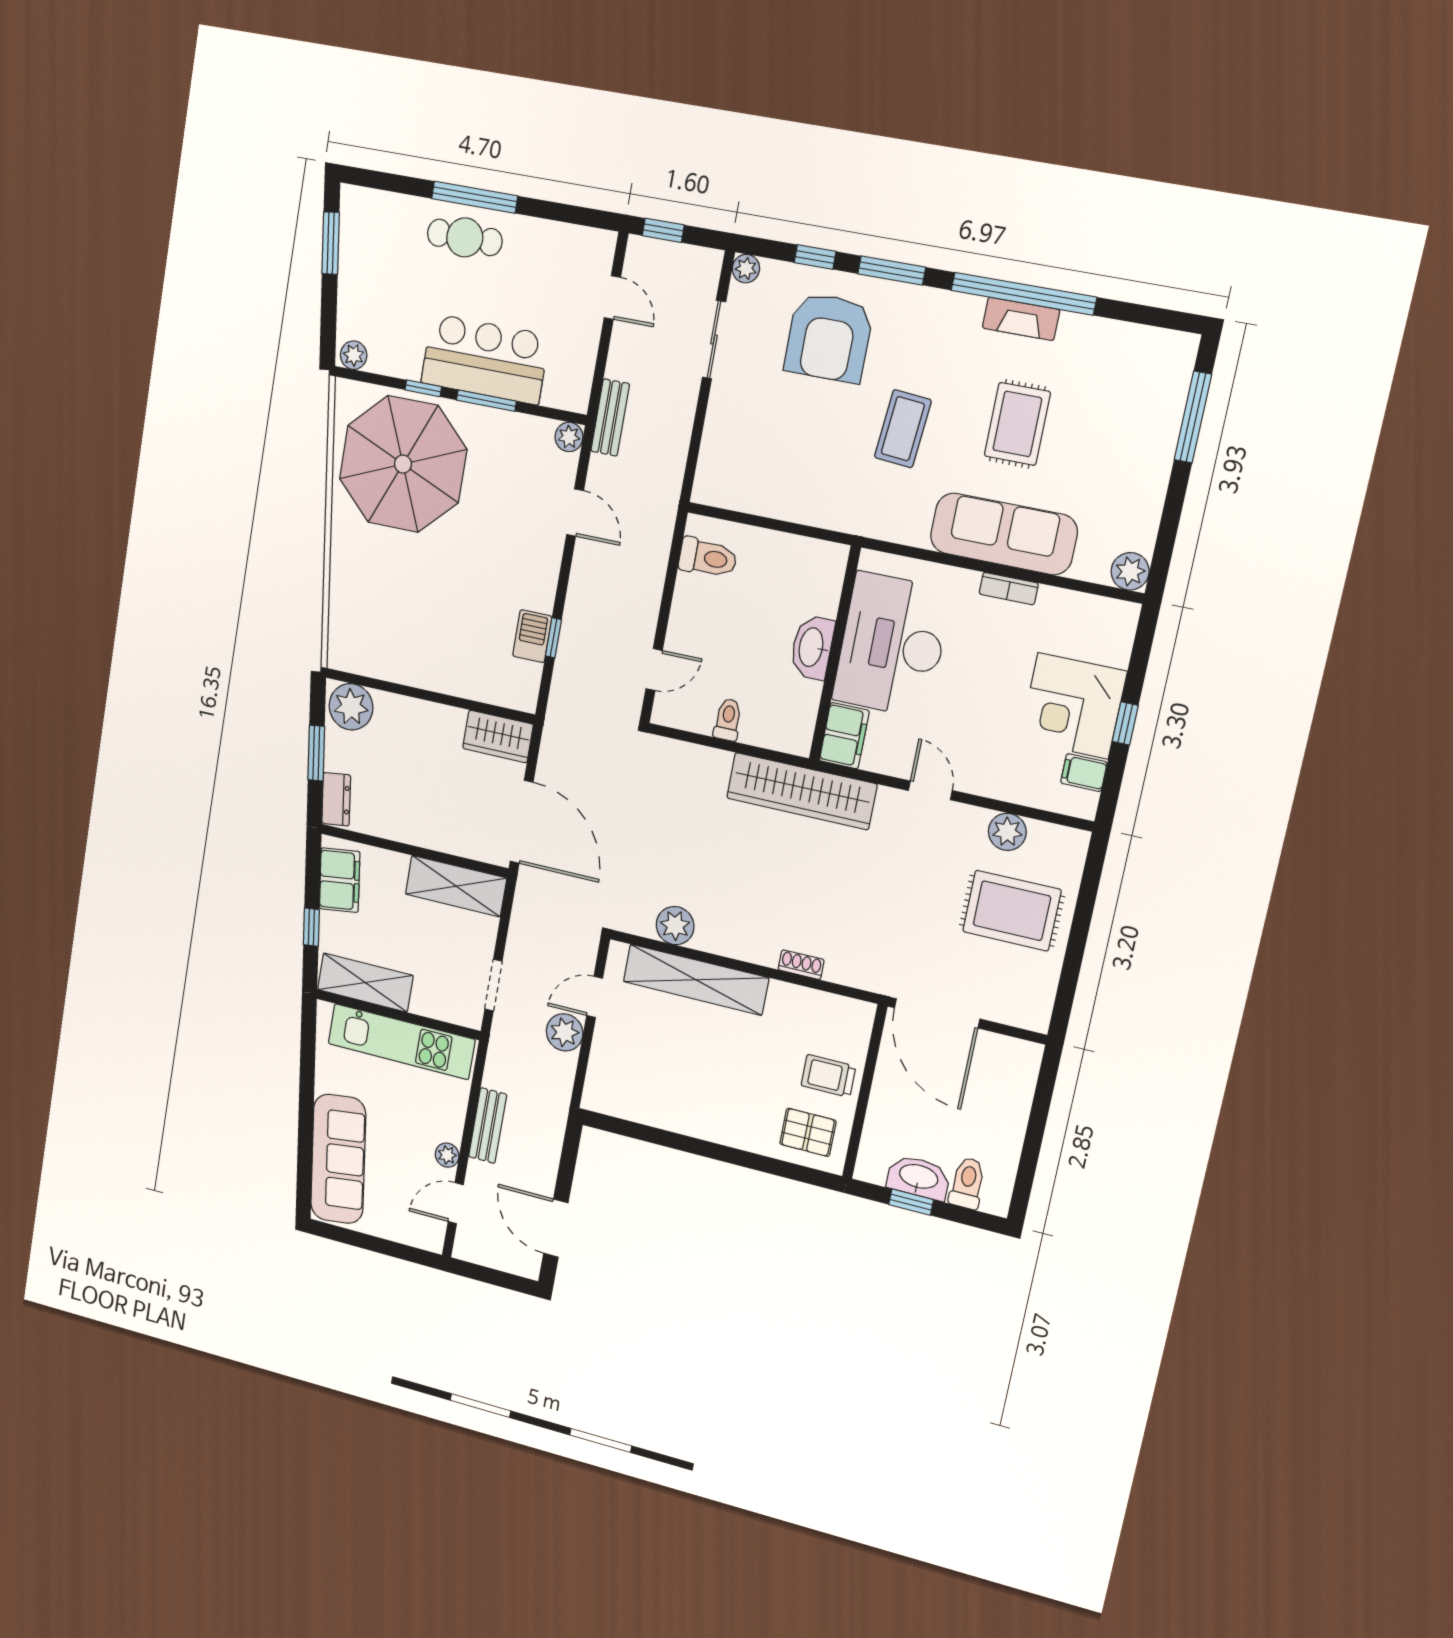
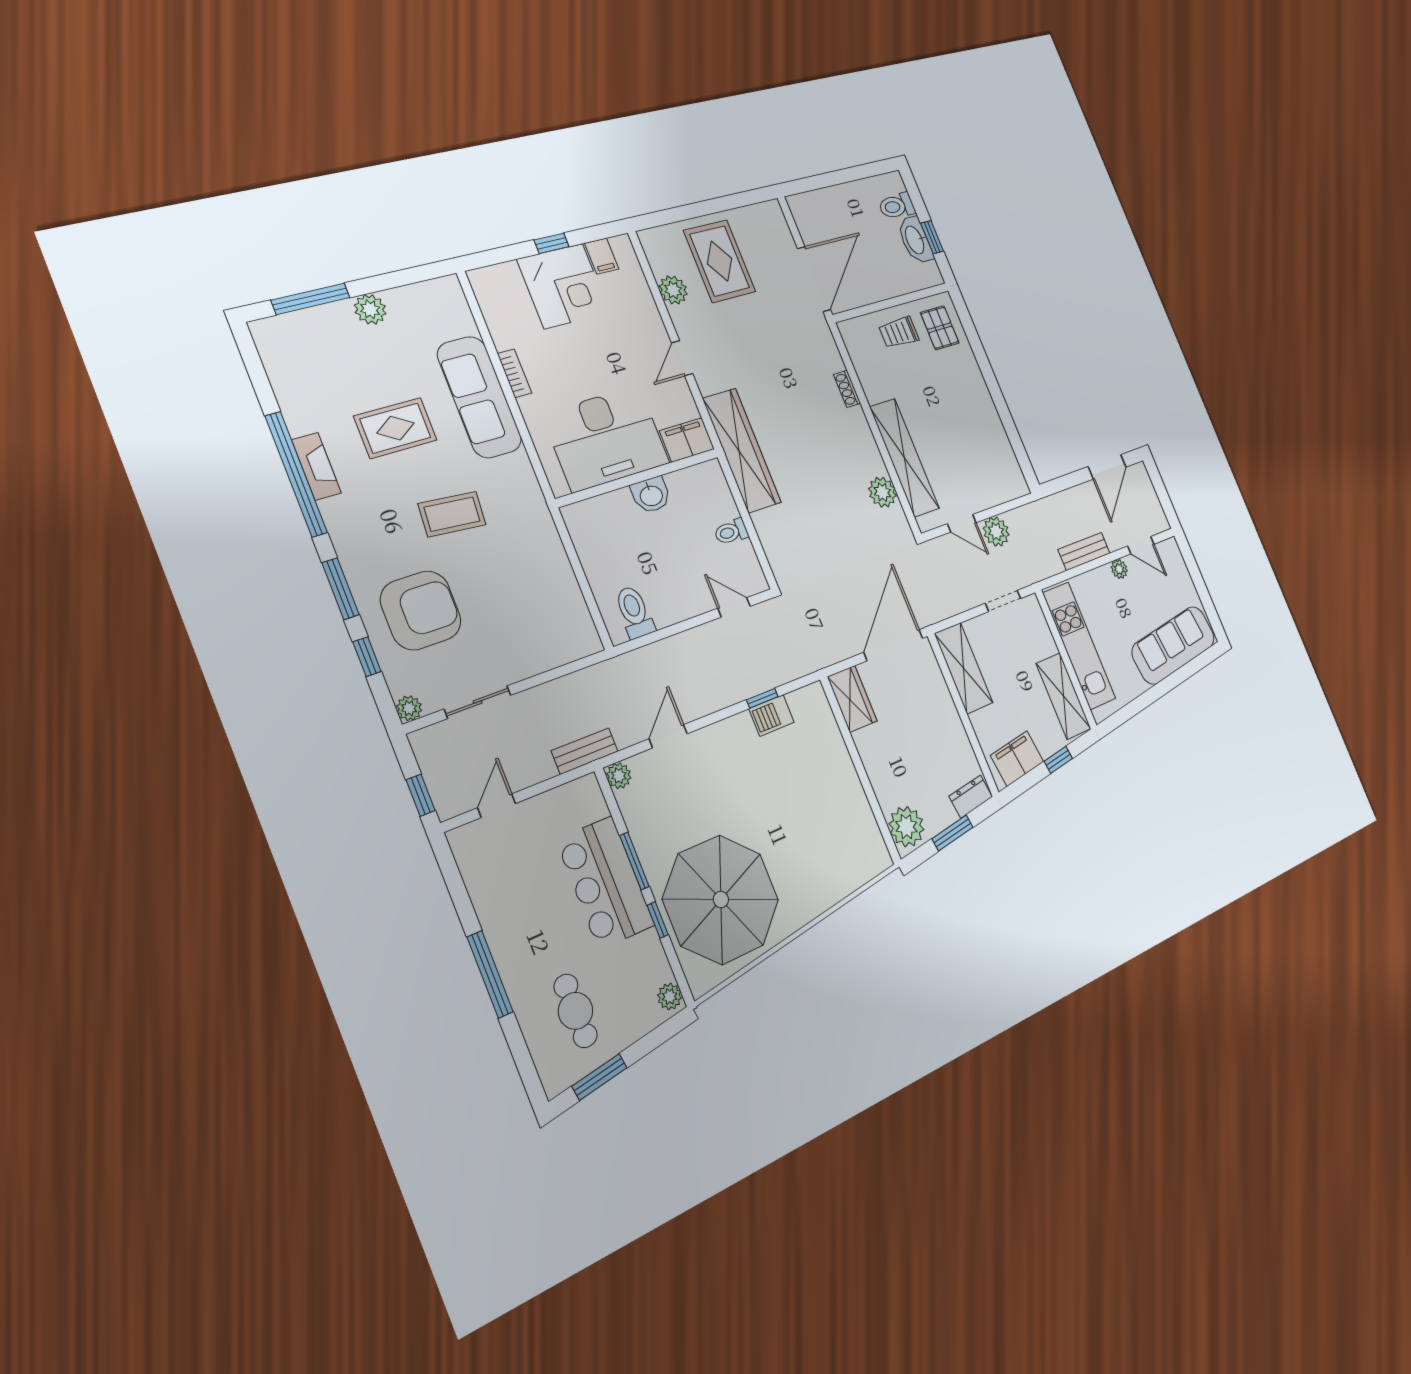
cafe table: (465, 237) -> (576, 1011), moved
plant: (1130, 571) -> (370, 309), moved
washbasin: (812, 647) -> (651, 495), width x0.72
trolley: (828, 1076) -> (899, 332), turned 90

